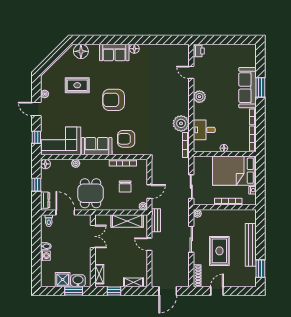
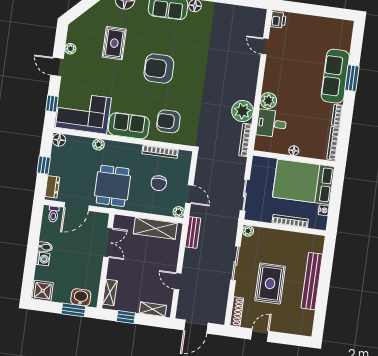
rug: (77, 85) -> (114, 43), turned 90
plant: (199, 97) -> (268, 101), moved
door: (149, 192) -> (189, 194), hinge flipped
door: (65, 213) -> (76, 206), swing flipped
door: (149, 244) -> (178, 281), moved
window: (260, 269) -> (320, 314), removed
shower: (63, 280) -> (43, 291), moved

